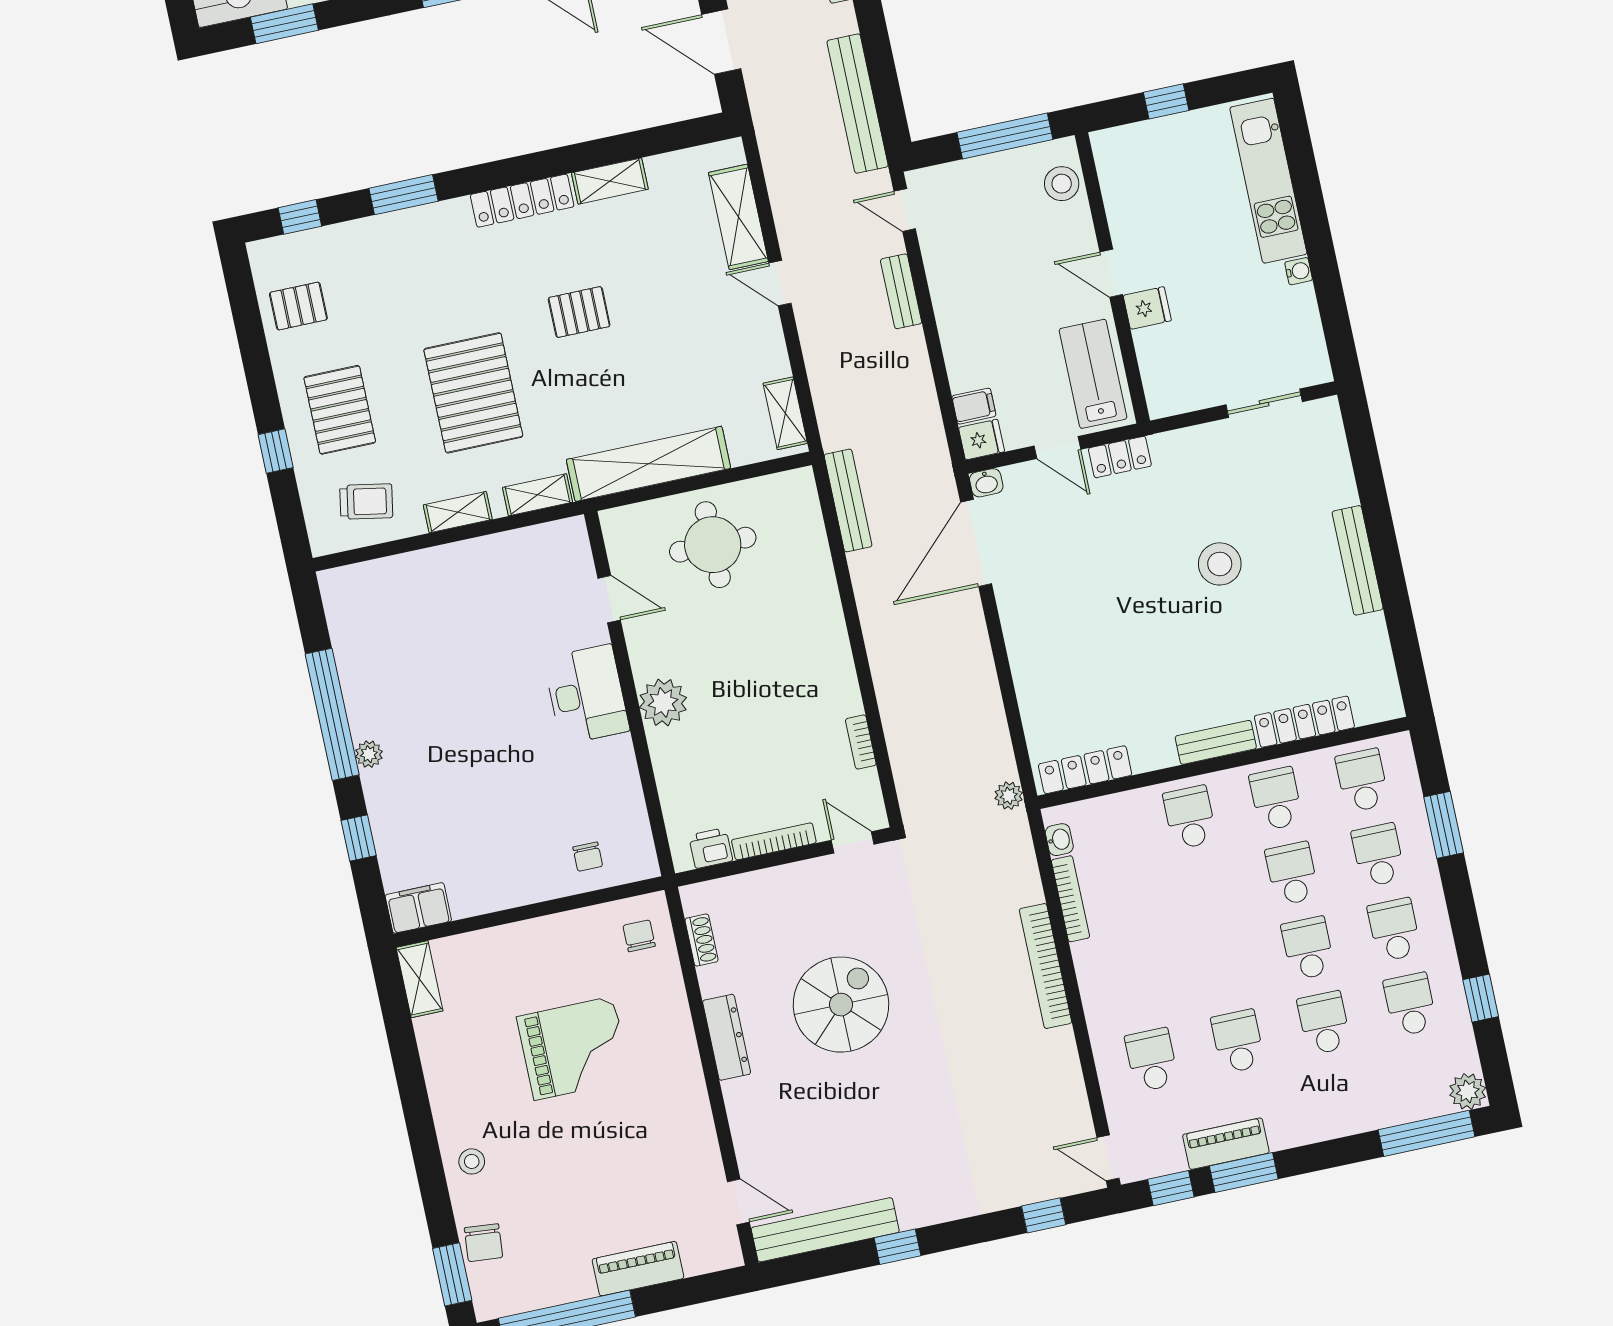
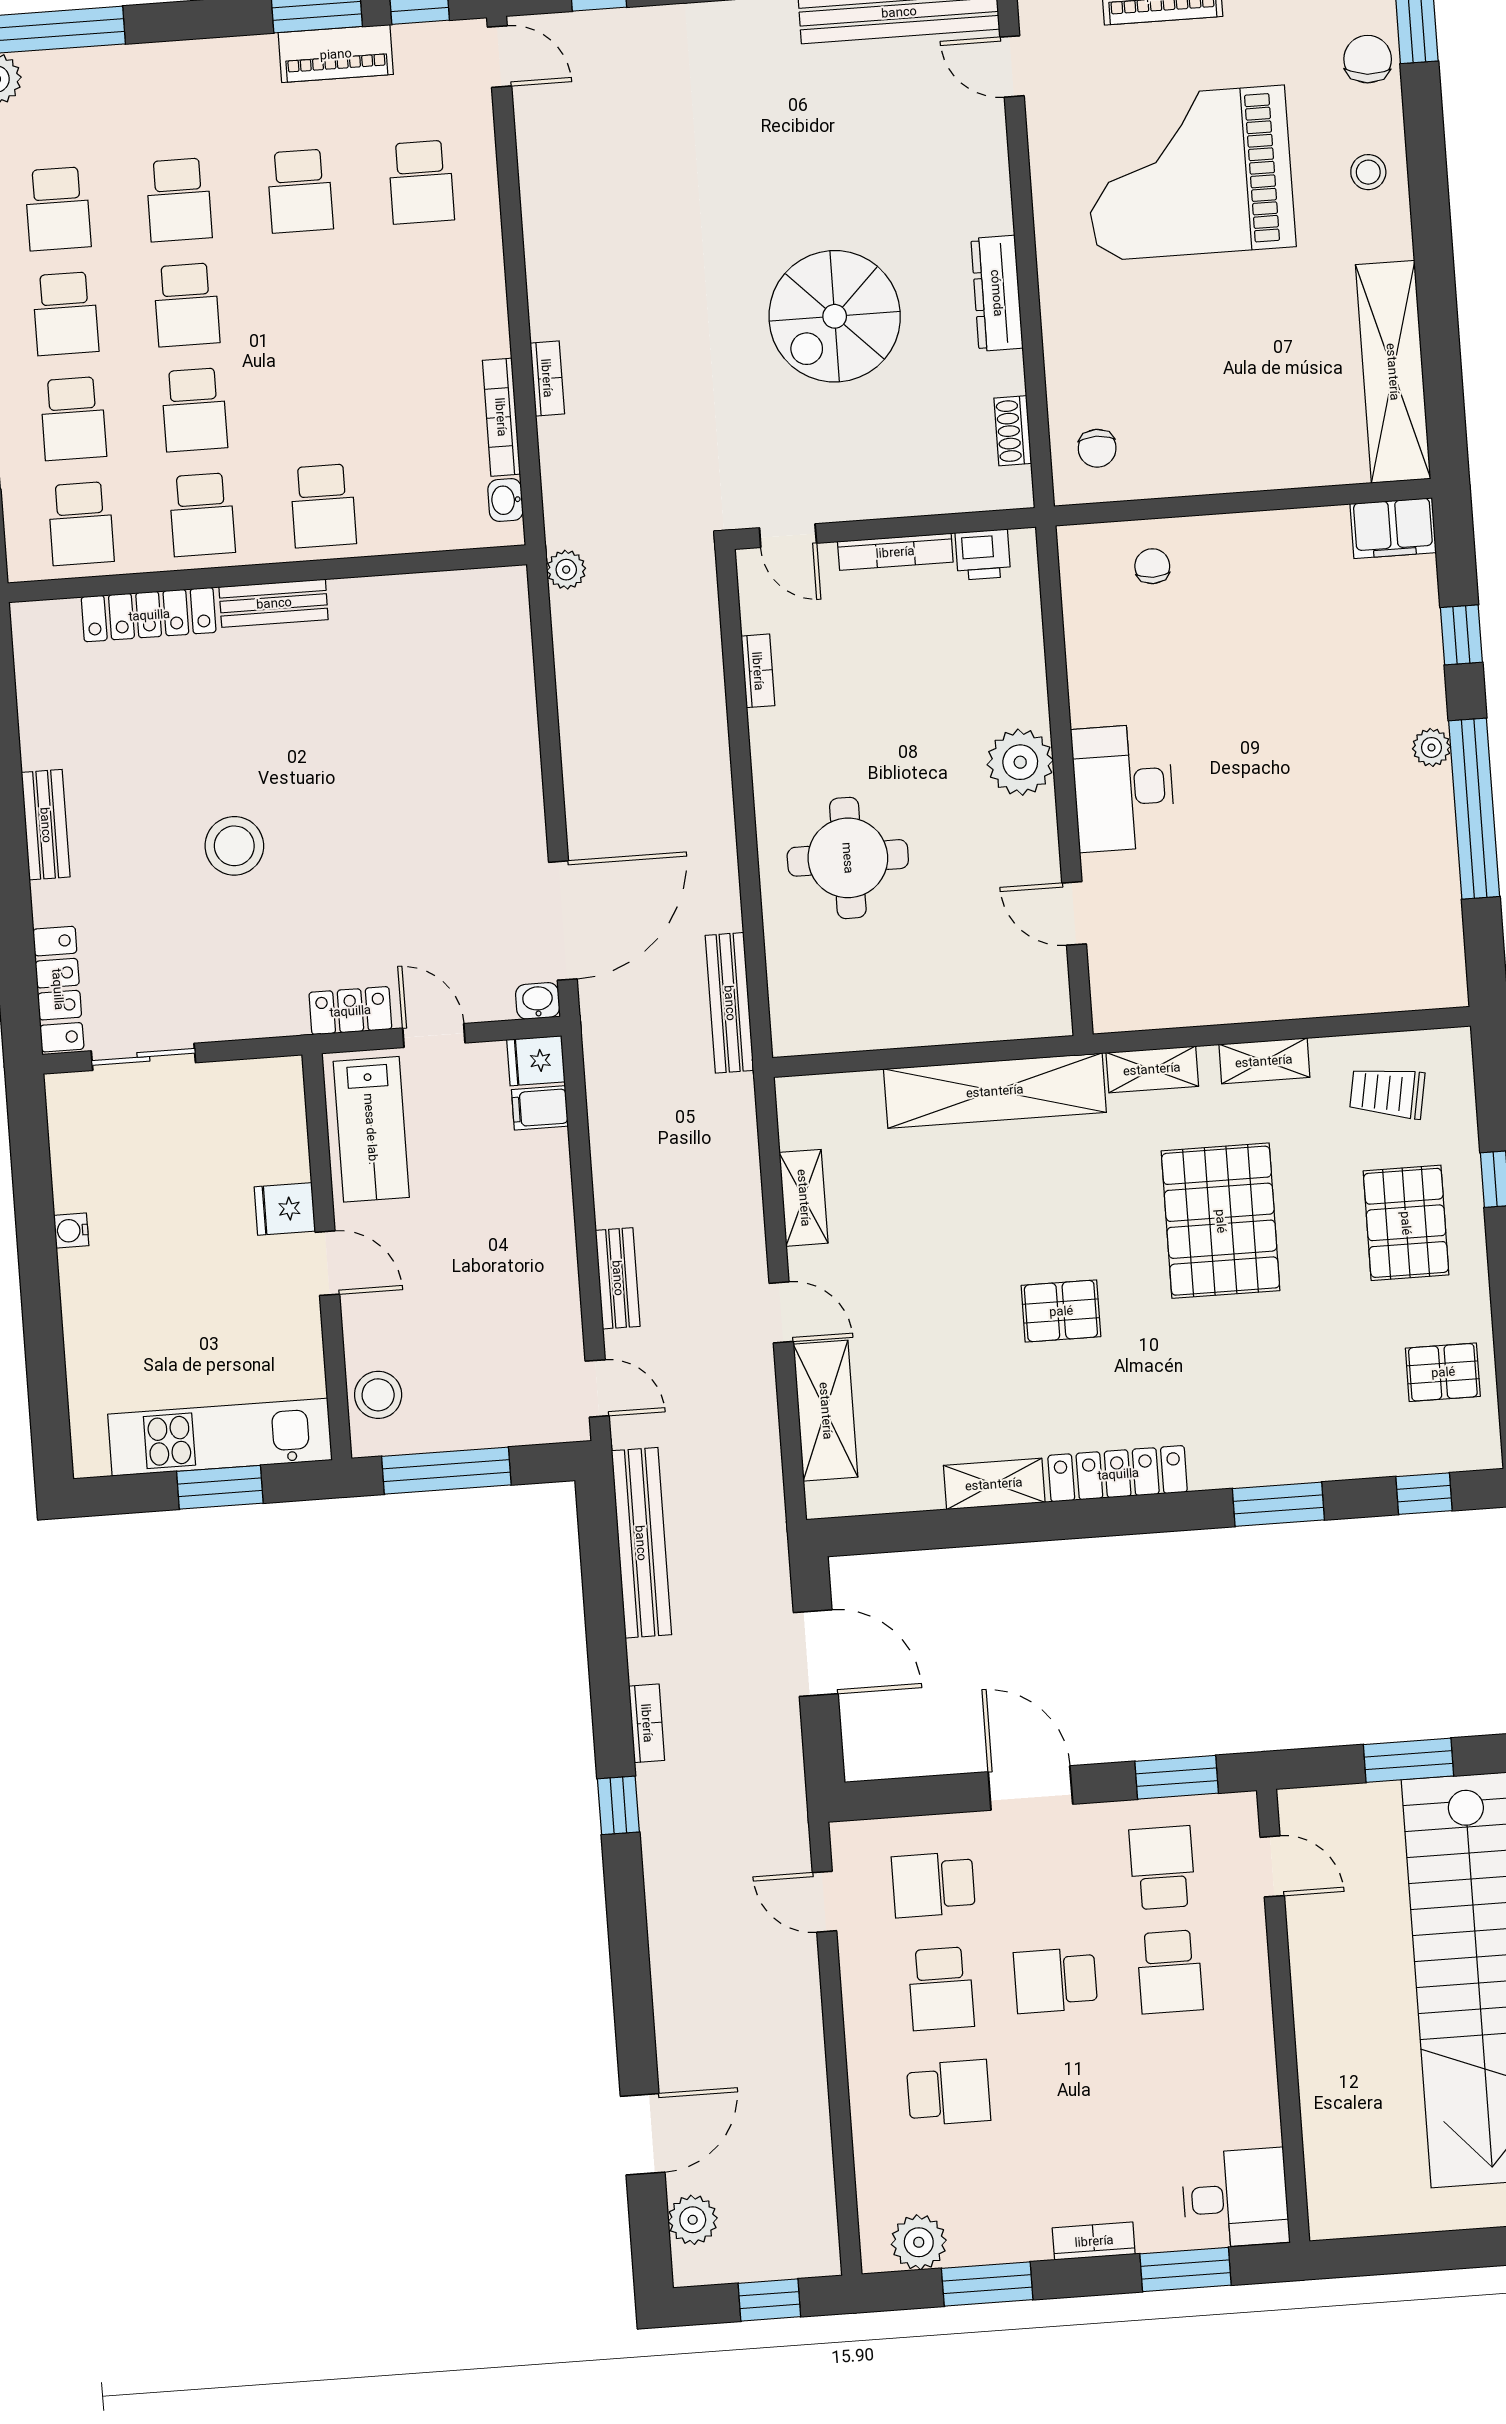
window: (1166, 101) -> (220, 1487), width x1.50
kitchen unit: (1268, 181) -> (220, 1437), moved, turned -90
shelving: (785, 413) -> (804, 1198), moved
round table: (713, 545) -> (848, 858), moved
bench: (1358, 560) -> (46, 825), width x0.73
locker: (1085, 770) -> (58, 989), moved, turned -90
bookcase: (1045, 966) -> (547, 378), width x0.43, depth x0.76
shelving: (420, 979) -> (1393, 372), width x2.20, depth x1.33
grand piano: (574, 1048) -> (1189, 173), moved, width x1.37, depth x1.48

